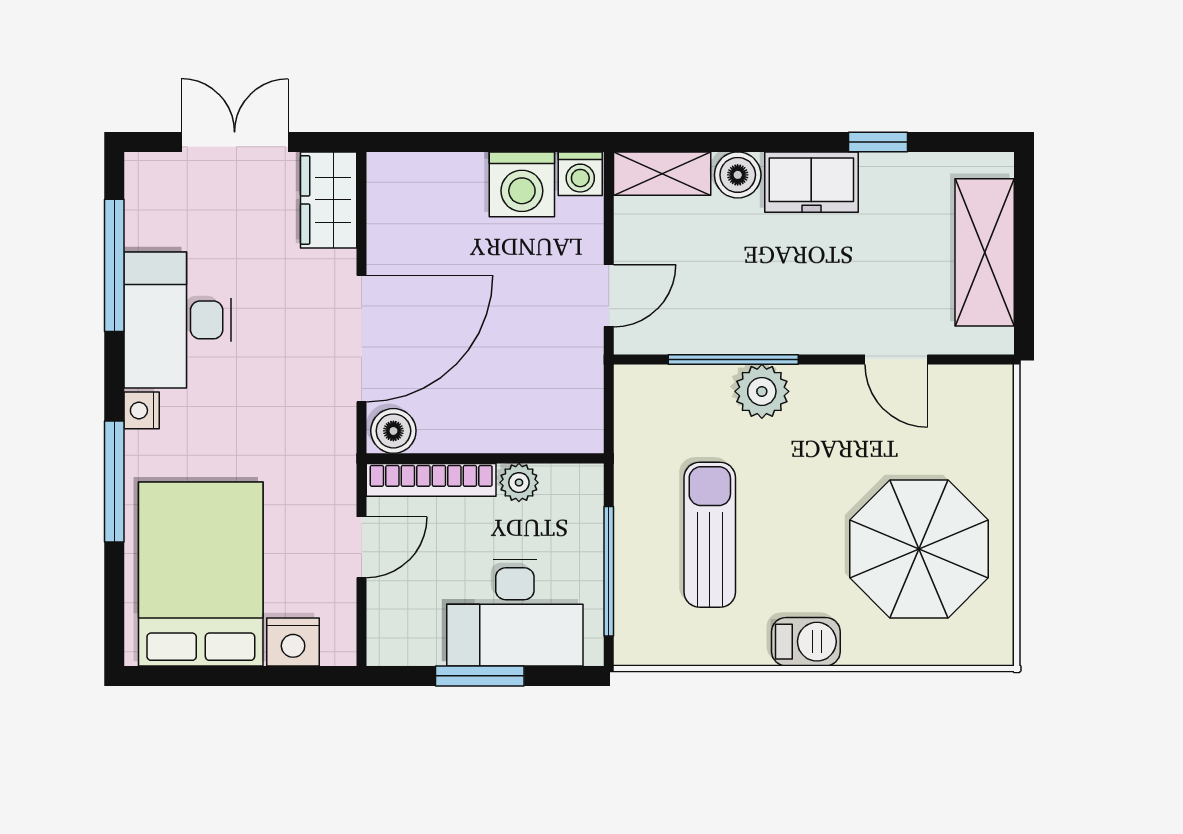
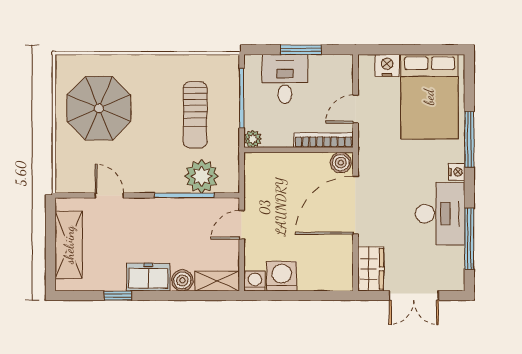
plant: (762, 391) -> (202, 176), moved, width x1.36, depth x1.36
plant: (519, 483) -> (253, 139), moved
desk: (515, 613) -> (285, 79), width x0.73
barbecue: (806, 642) -> (151, 66), removed

